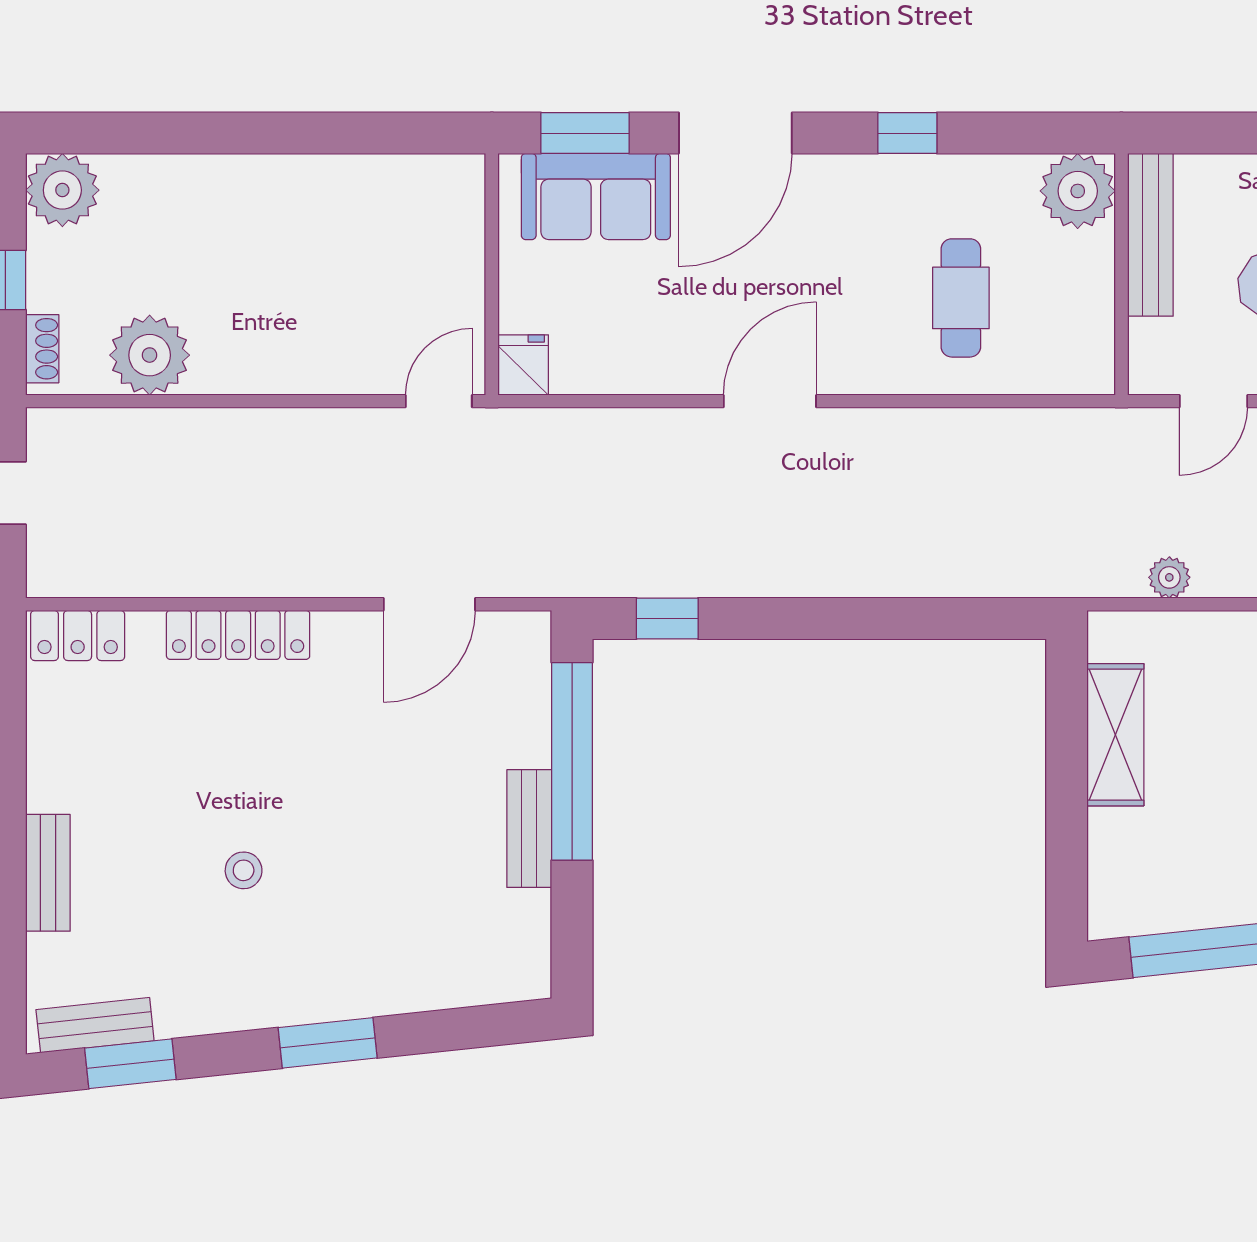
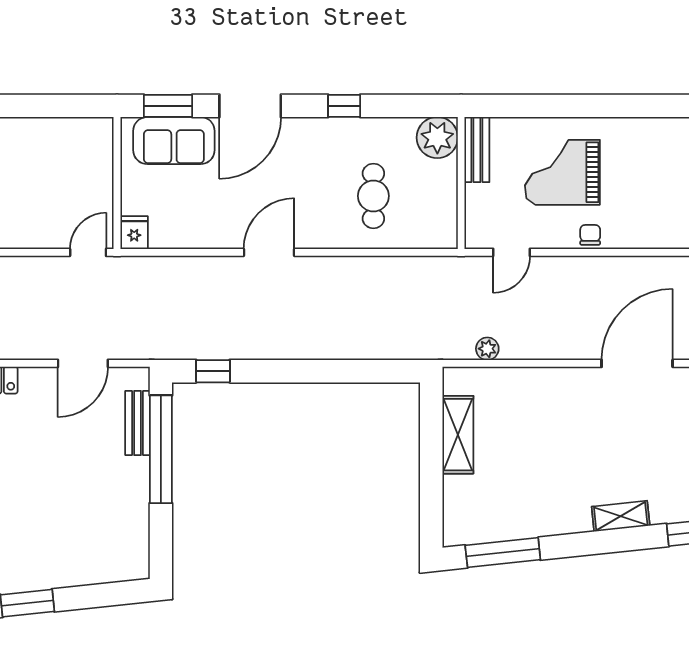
bench: (1150, 235) -> (477, 150), width x0.73
bench: (529, 829) -> (138, 423), moved

